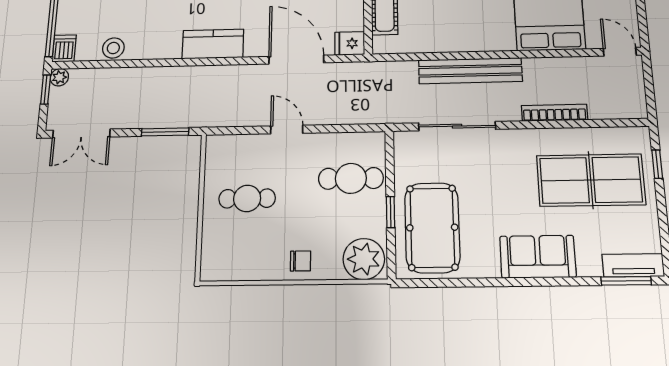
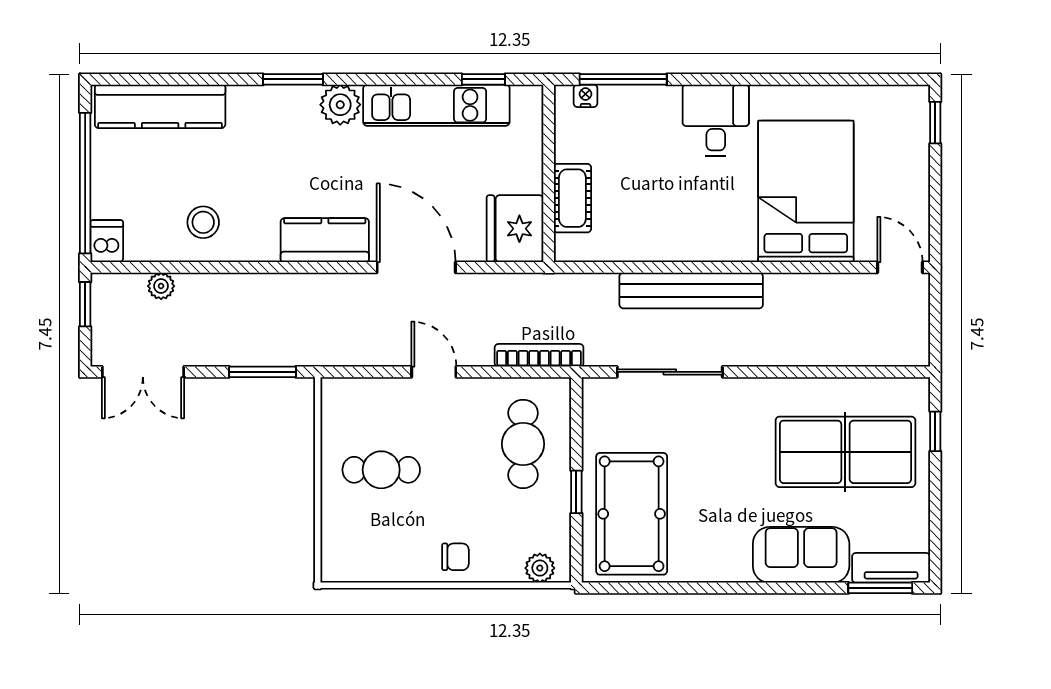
fridge: (350, 43) -> (515, 229), width x1.88, depth x1.34
stool: (113, 48) -> (203, 222), moved
door: (296, 60) -> (416, 267), moved
plant: (59, 77) -> (161, 286), moved
bookcase: (554, 113) -> (539, 355), moved
cafe table: (351, 178) -> (523, 444), turned 90
sofa: (538, 257) -> (801, 555), moved
plant: (364, 259) -> (540, 568), width x0.53, depth x0.53

